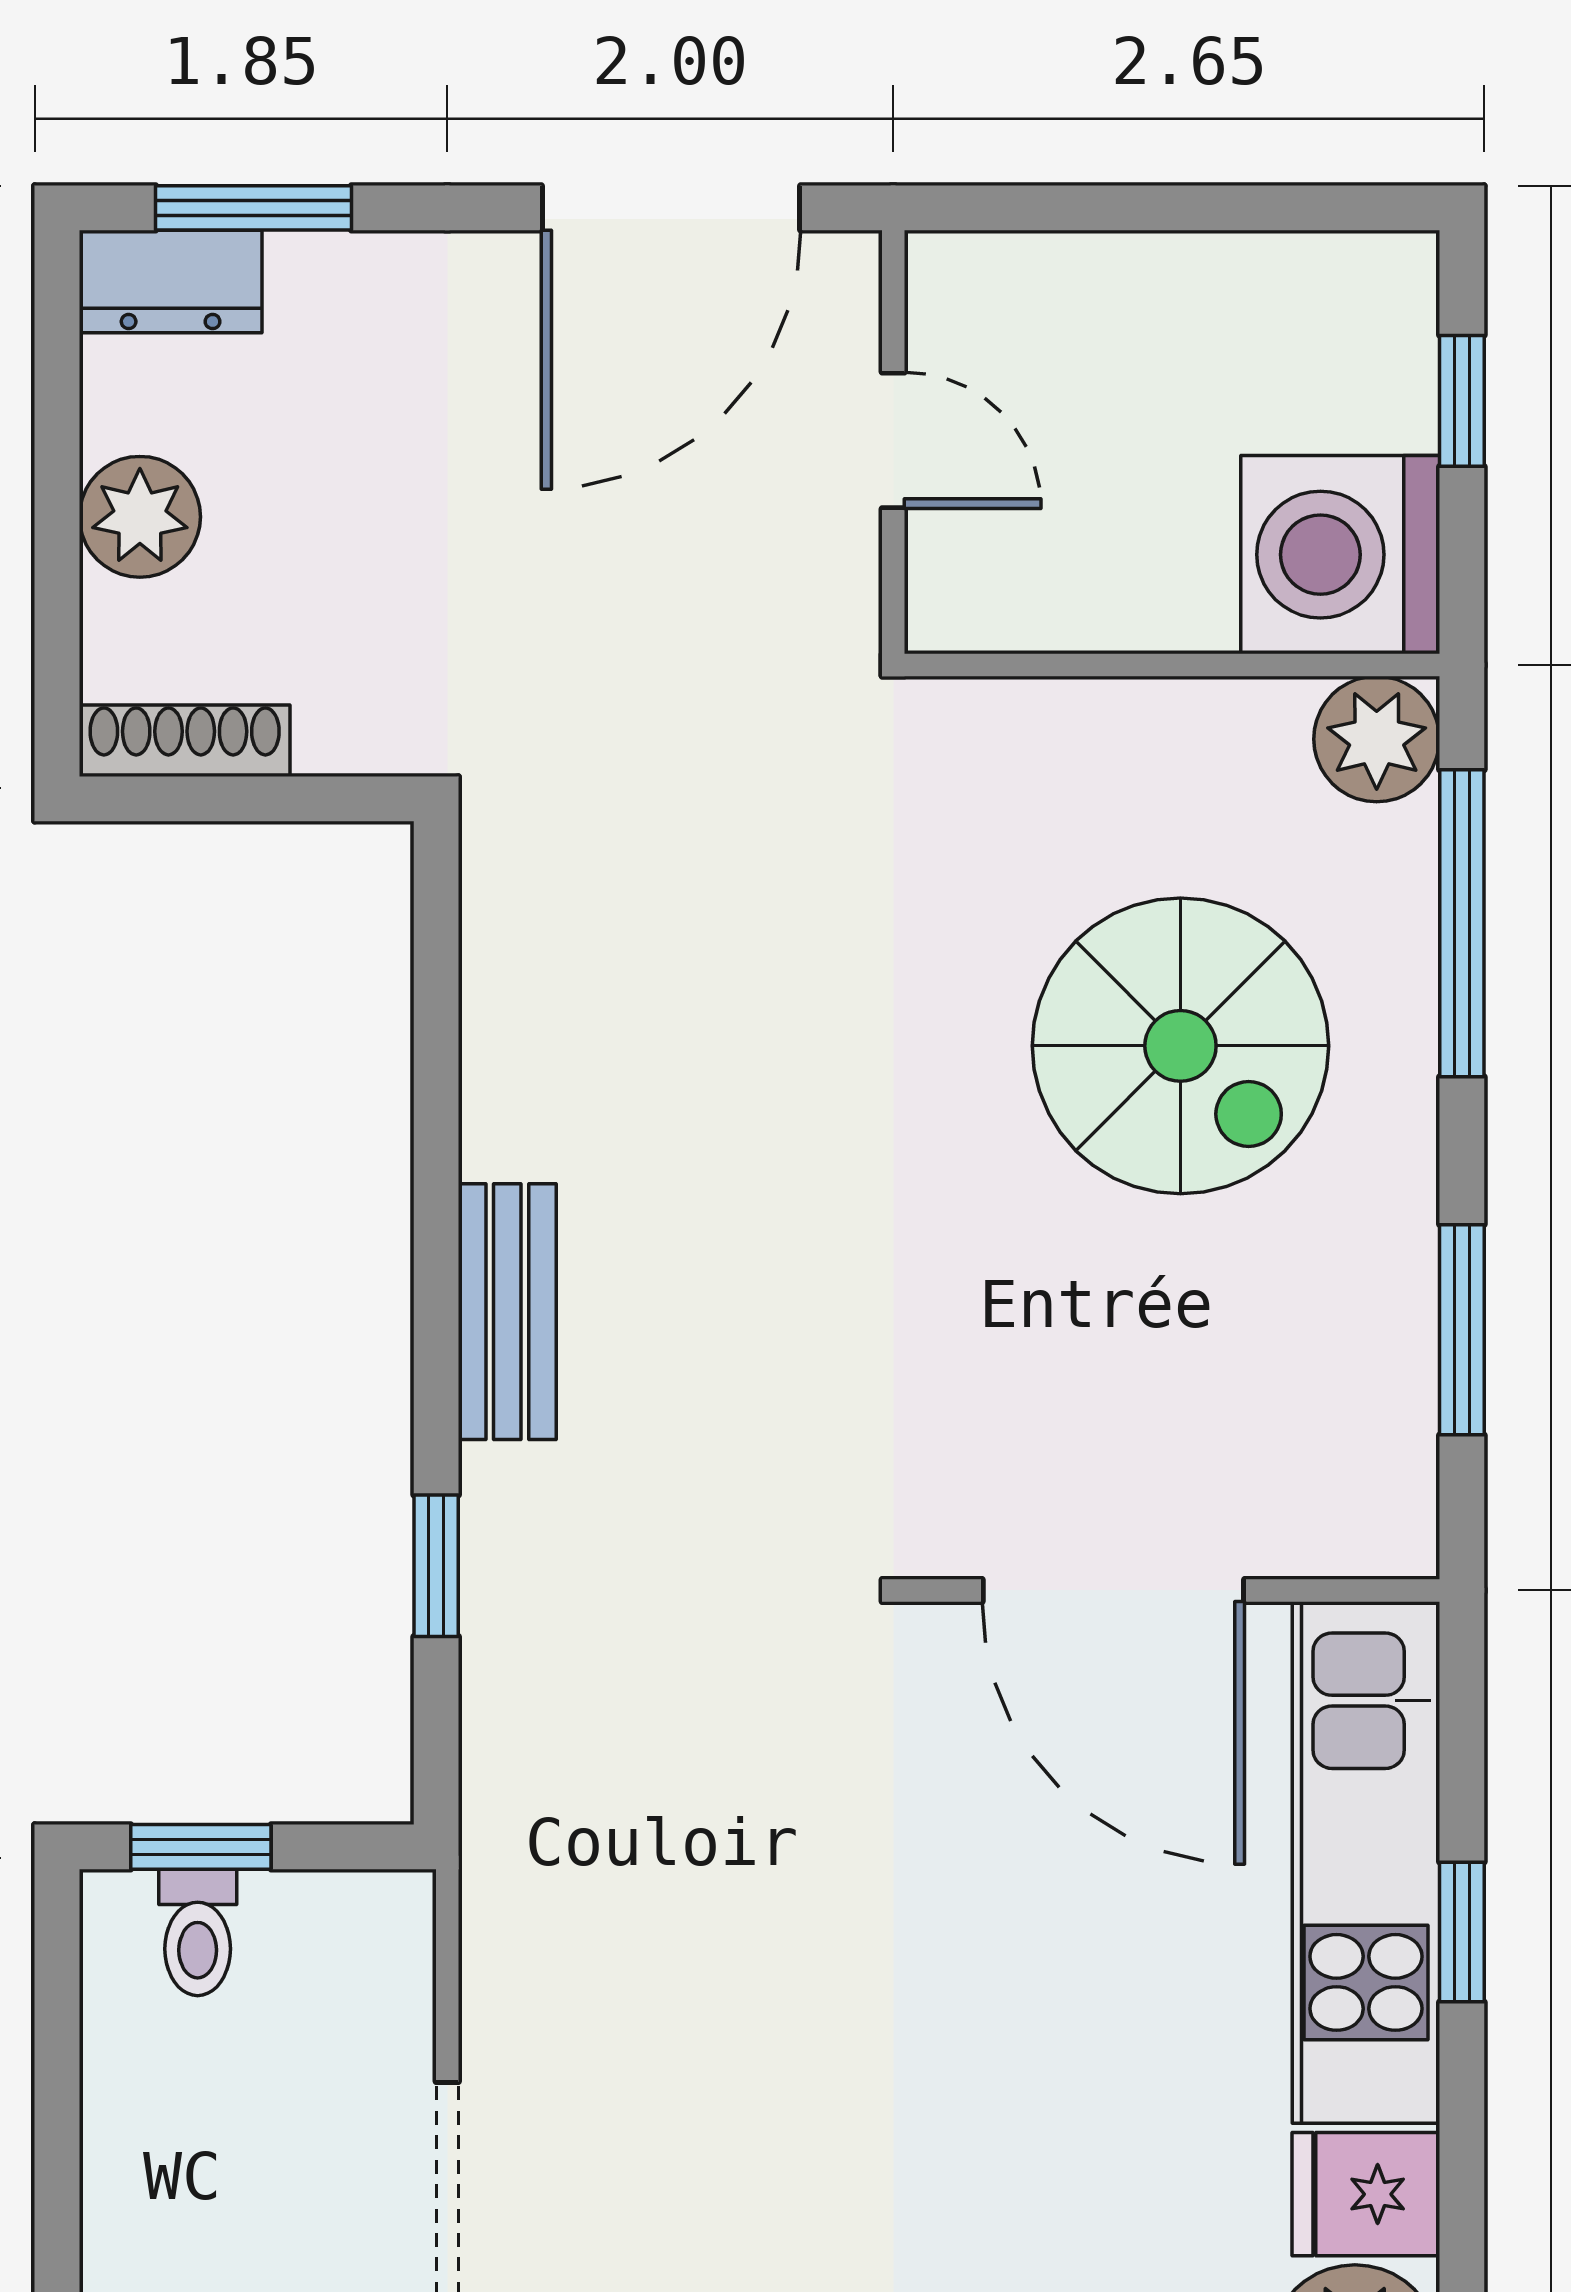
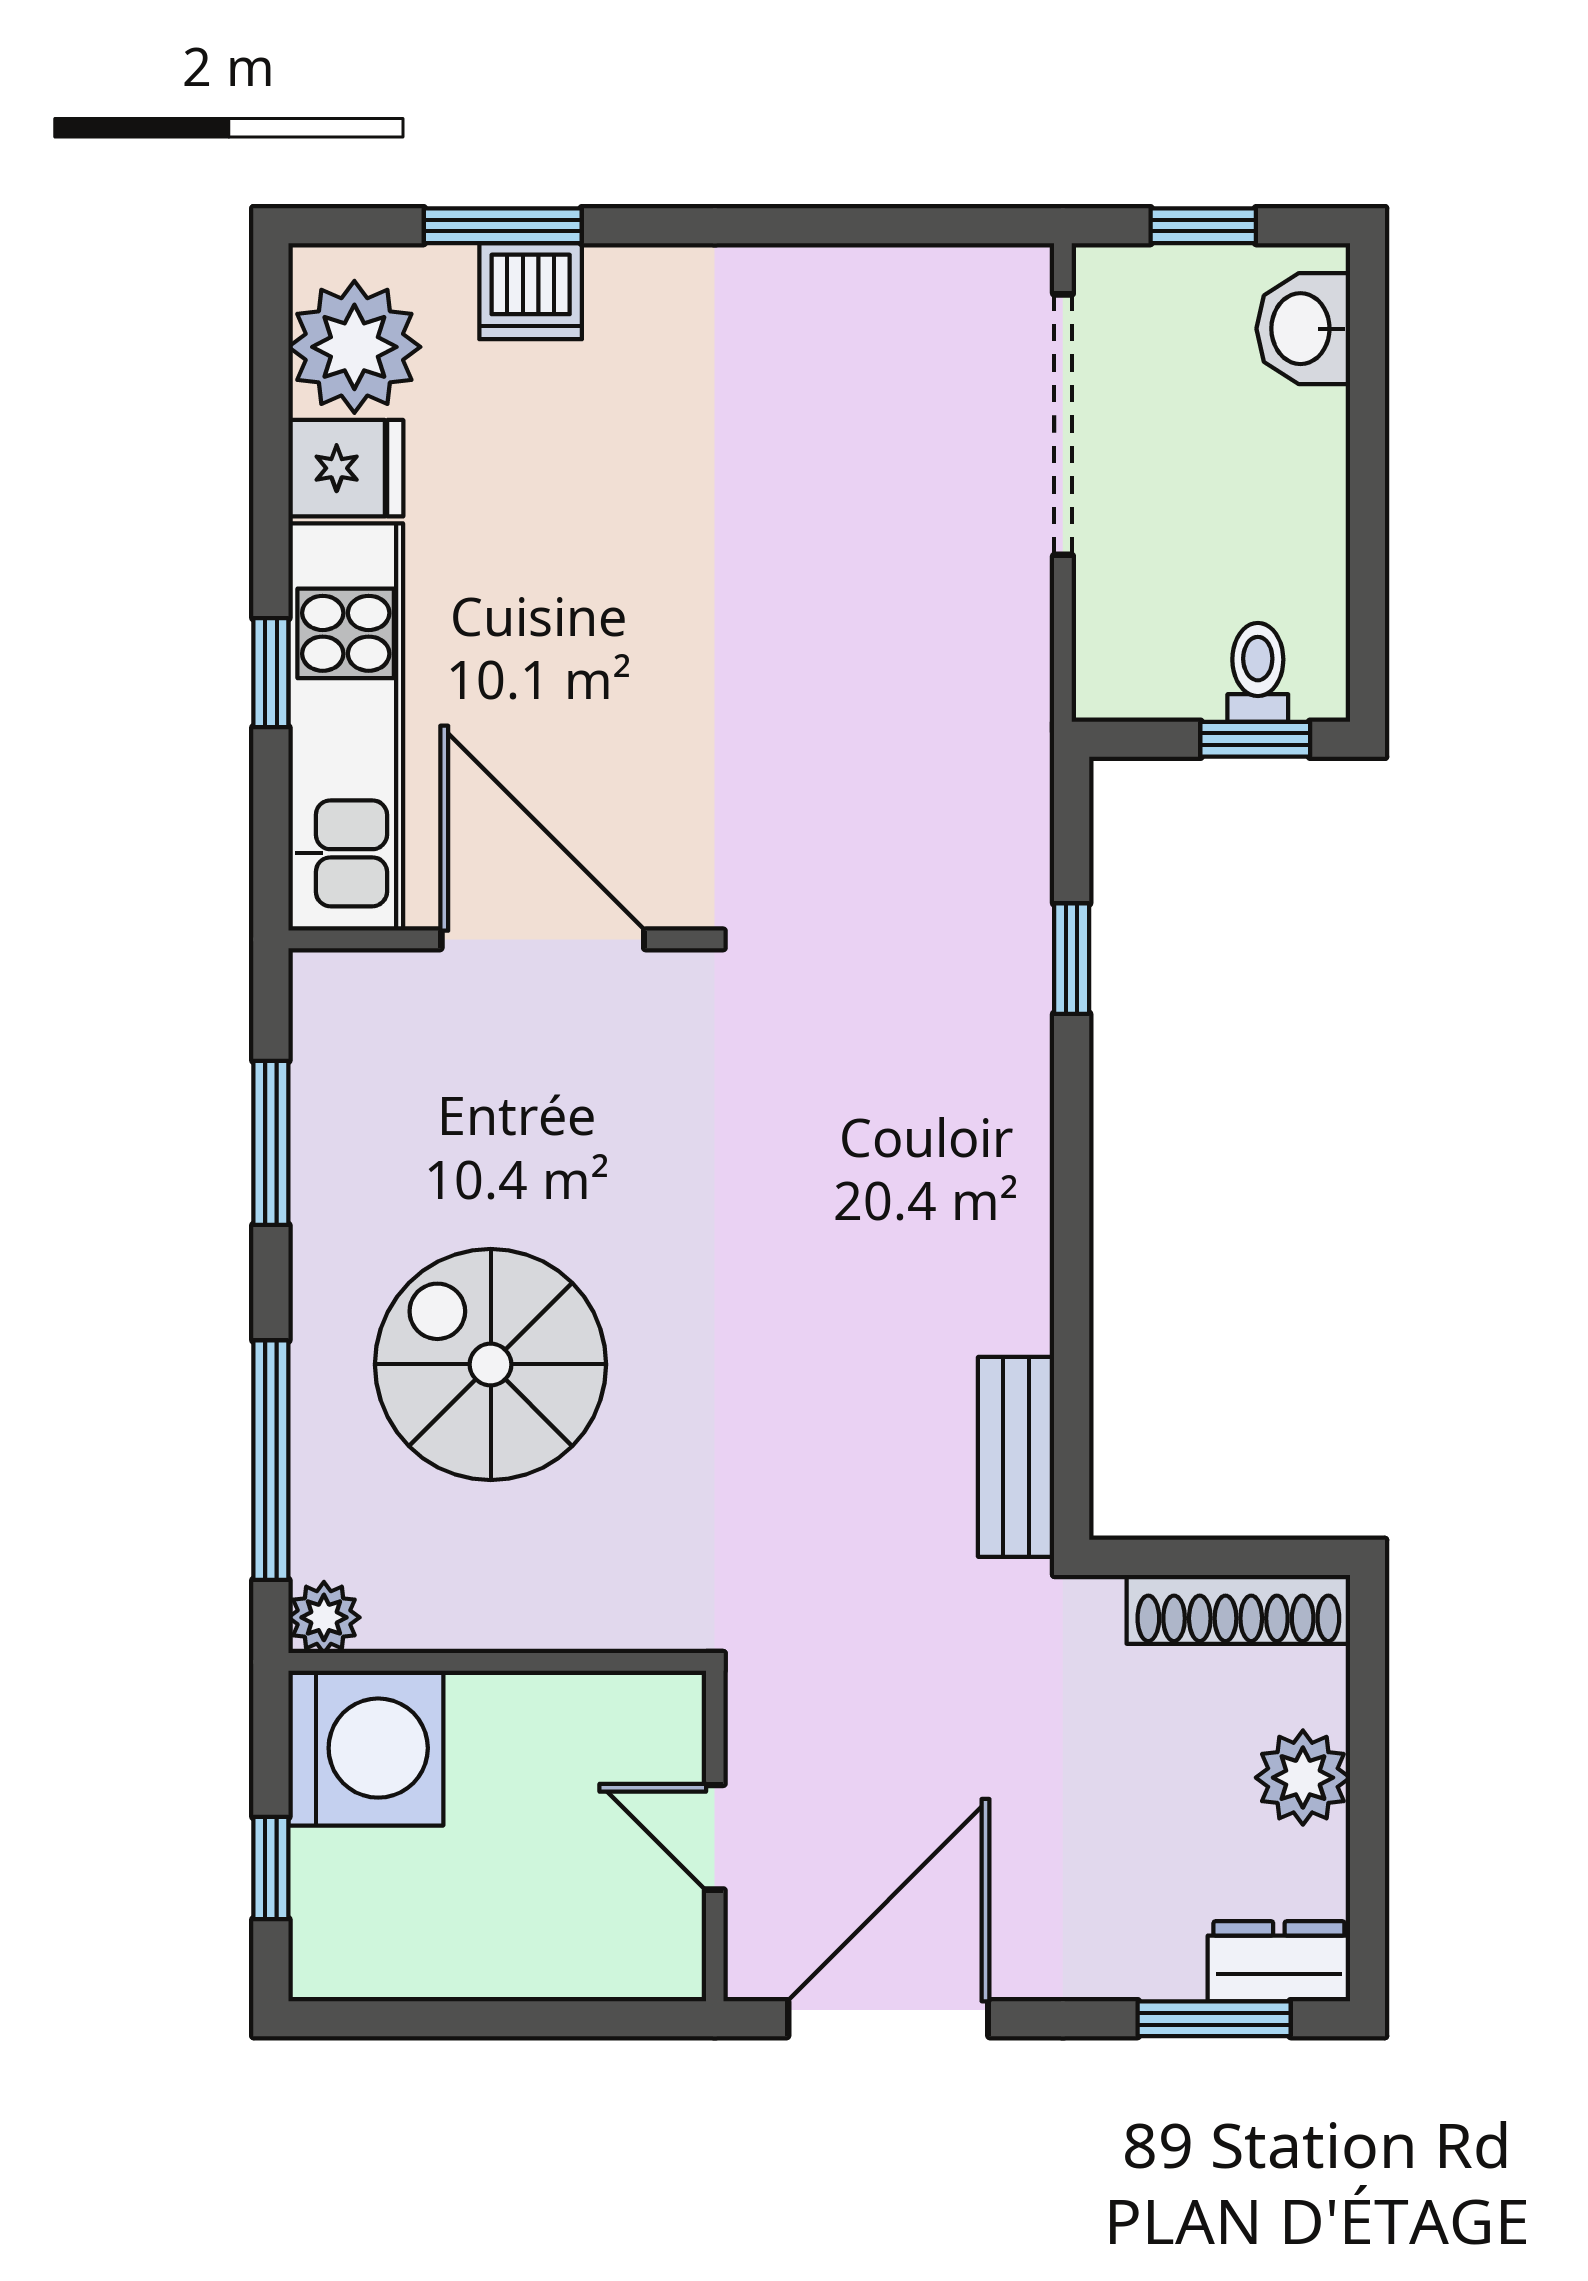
plant: (1377, 739) -> (324, 1617), width x0.73, depth x0.73
shoe rack: (185, 741) -> (1238, 1609), width x1.36, depth x1.24
bench: (507, 1312) -> (1016, 1457), moved

